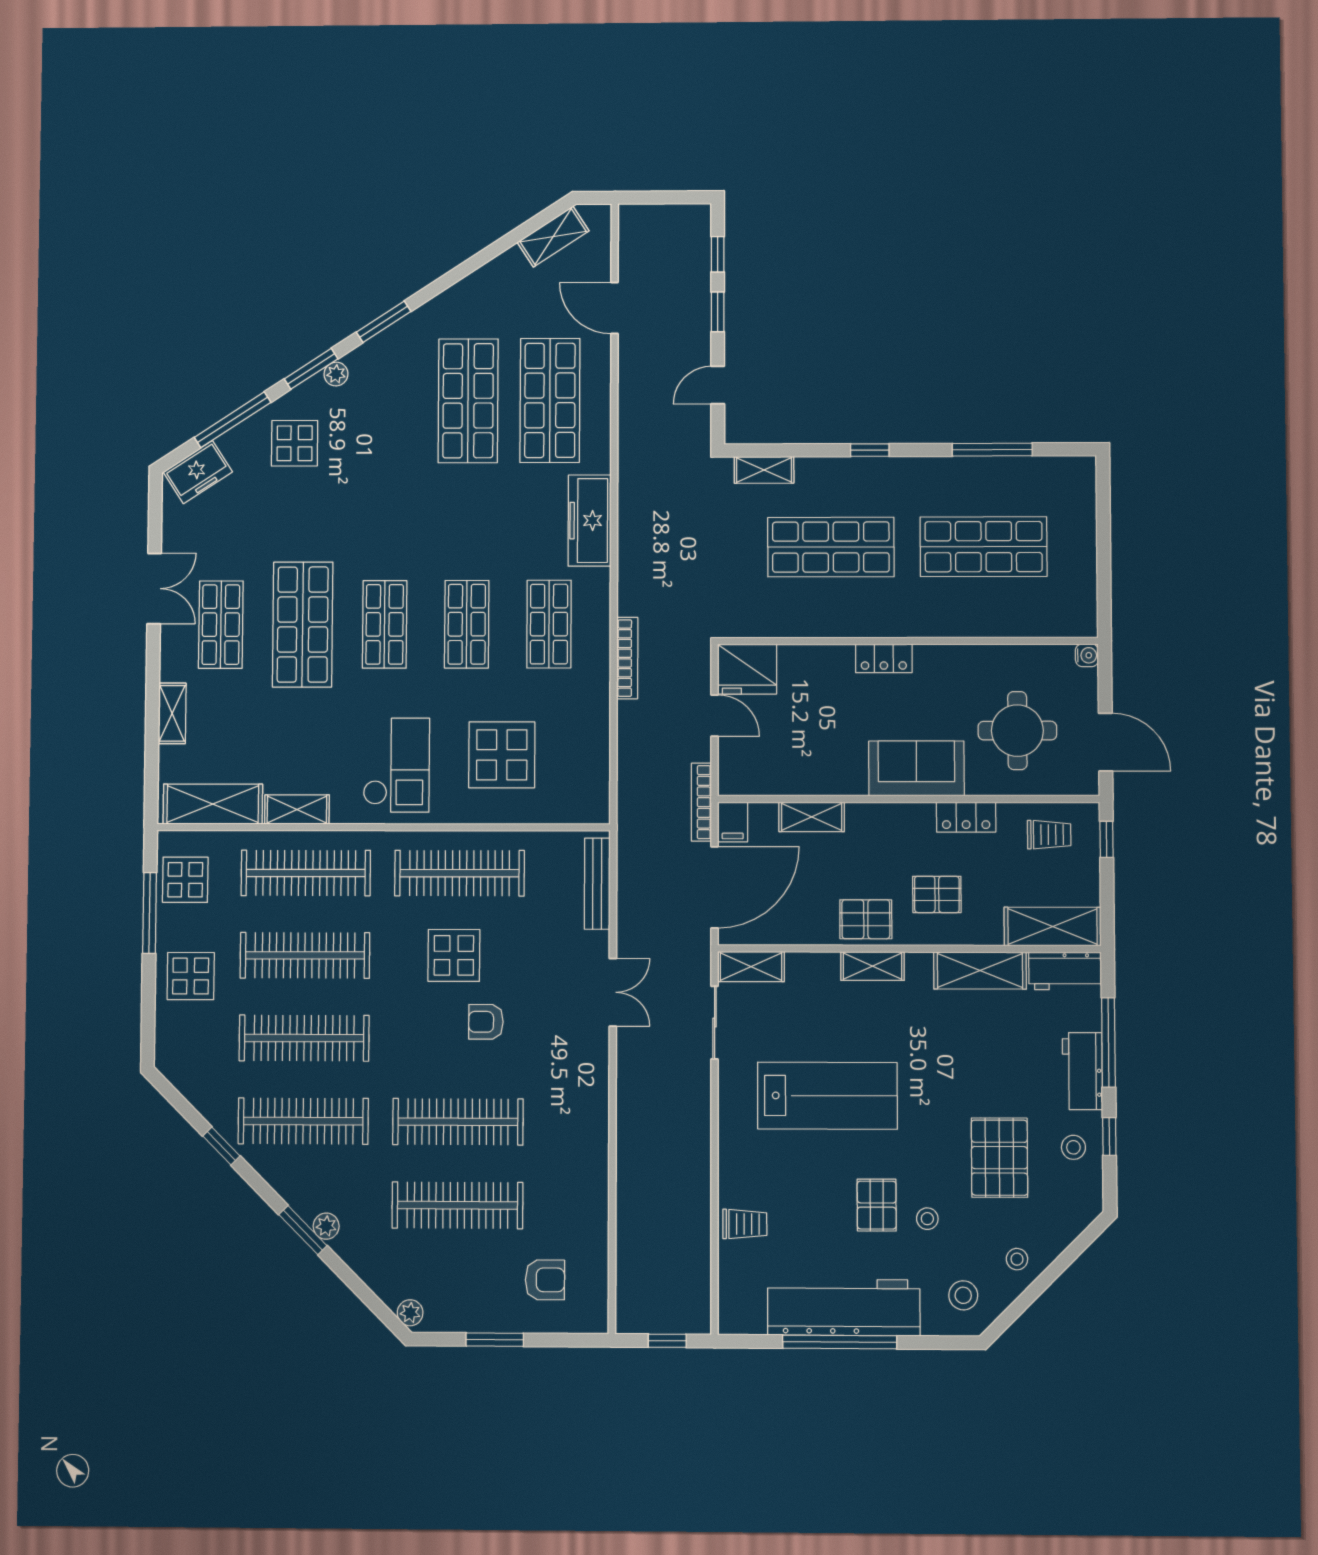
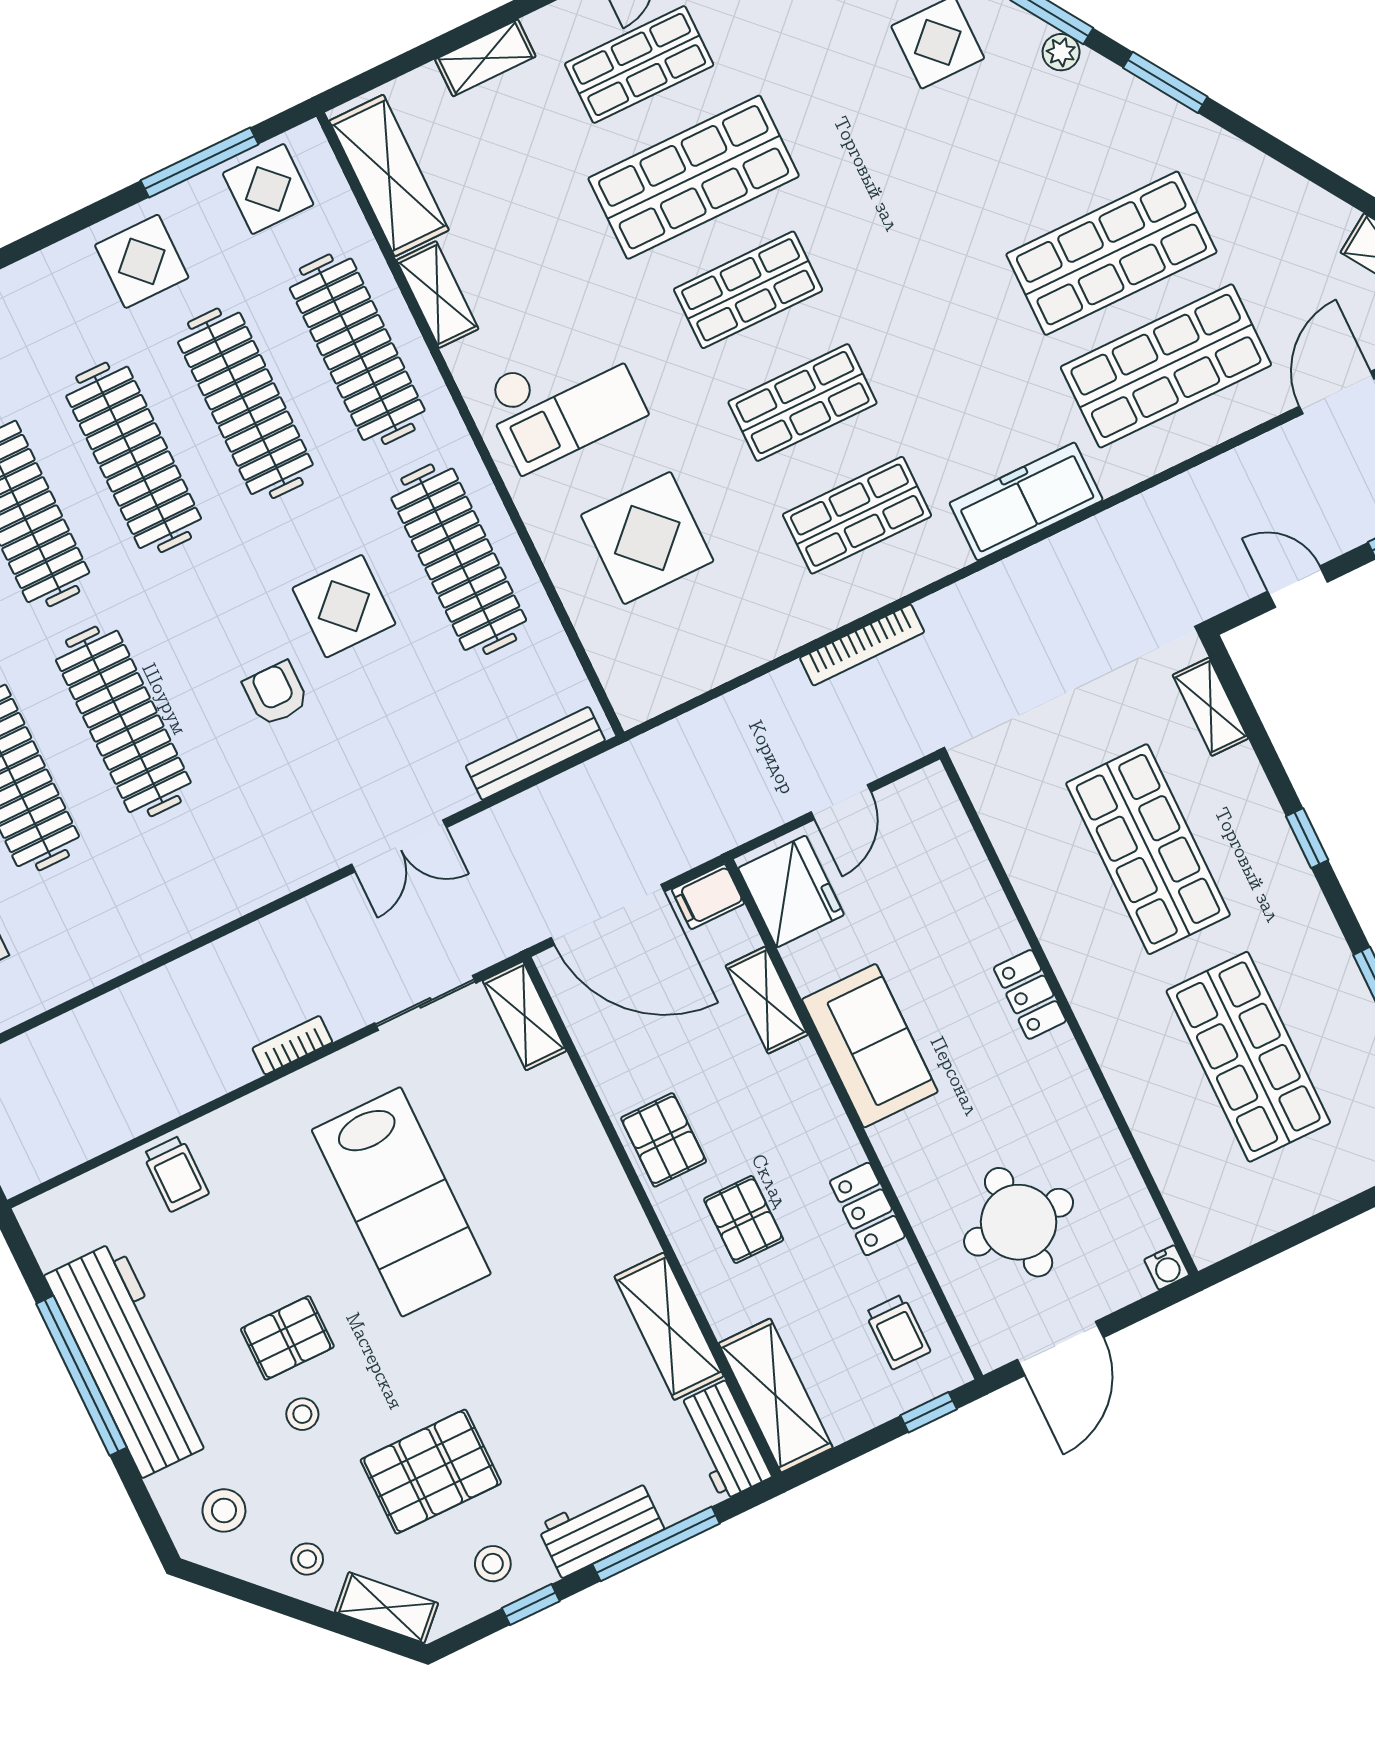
fridge: (747, 669) -> (791, 891), moved, turned 180
sofa: (916, 768) -> (870, 1046), moved
bookcase: (701, 802) -> (292, 1045), moved, width x0.64
shelving: (872, 966) -> (386, 1608), moved, turned -45

